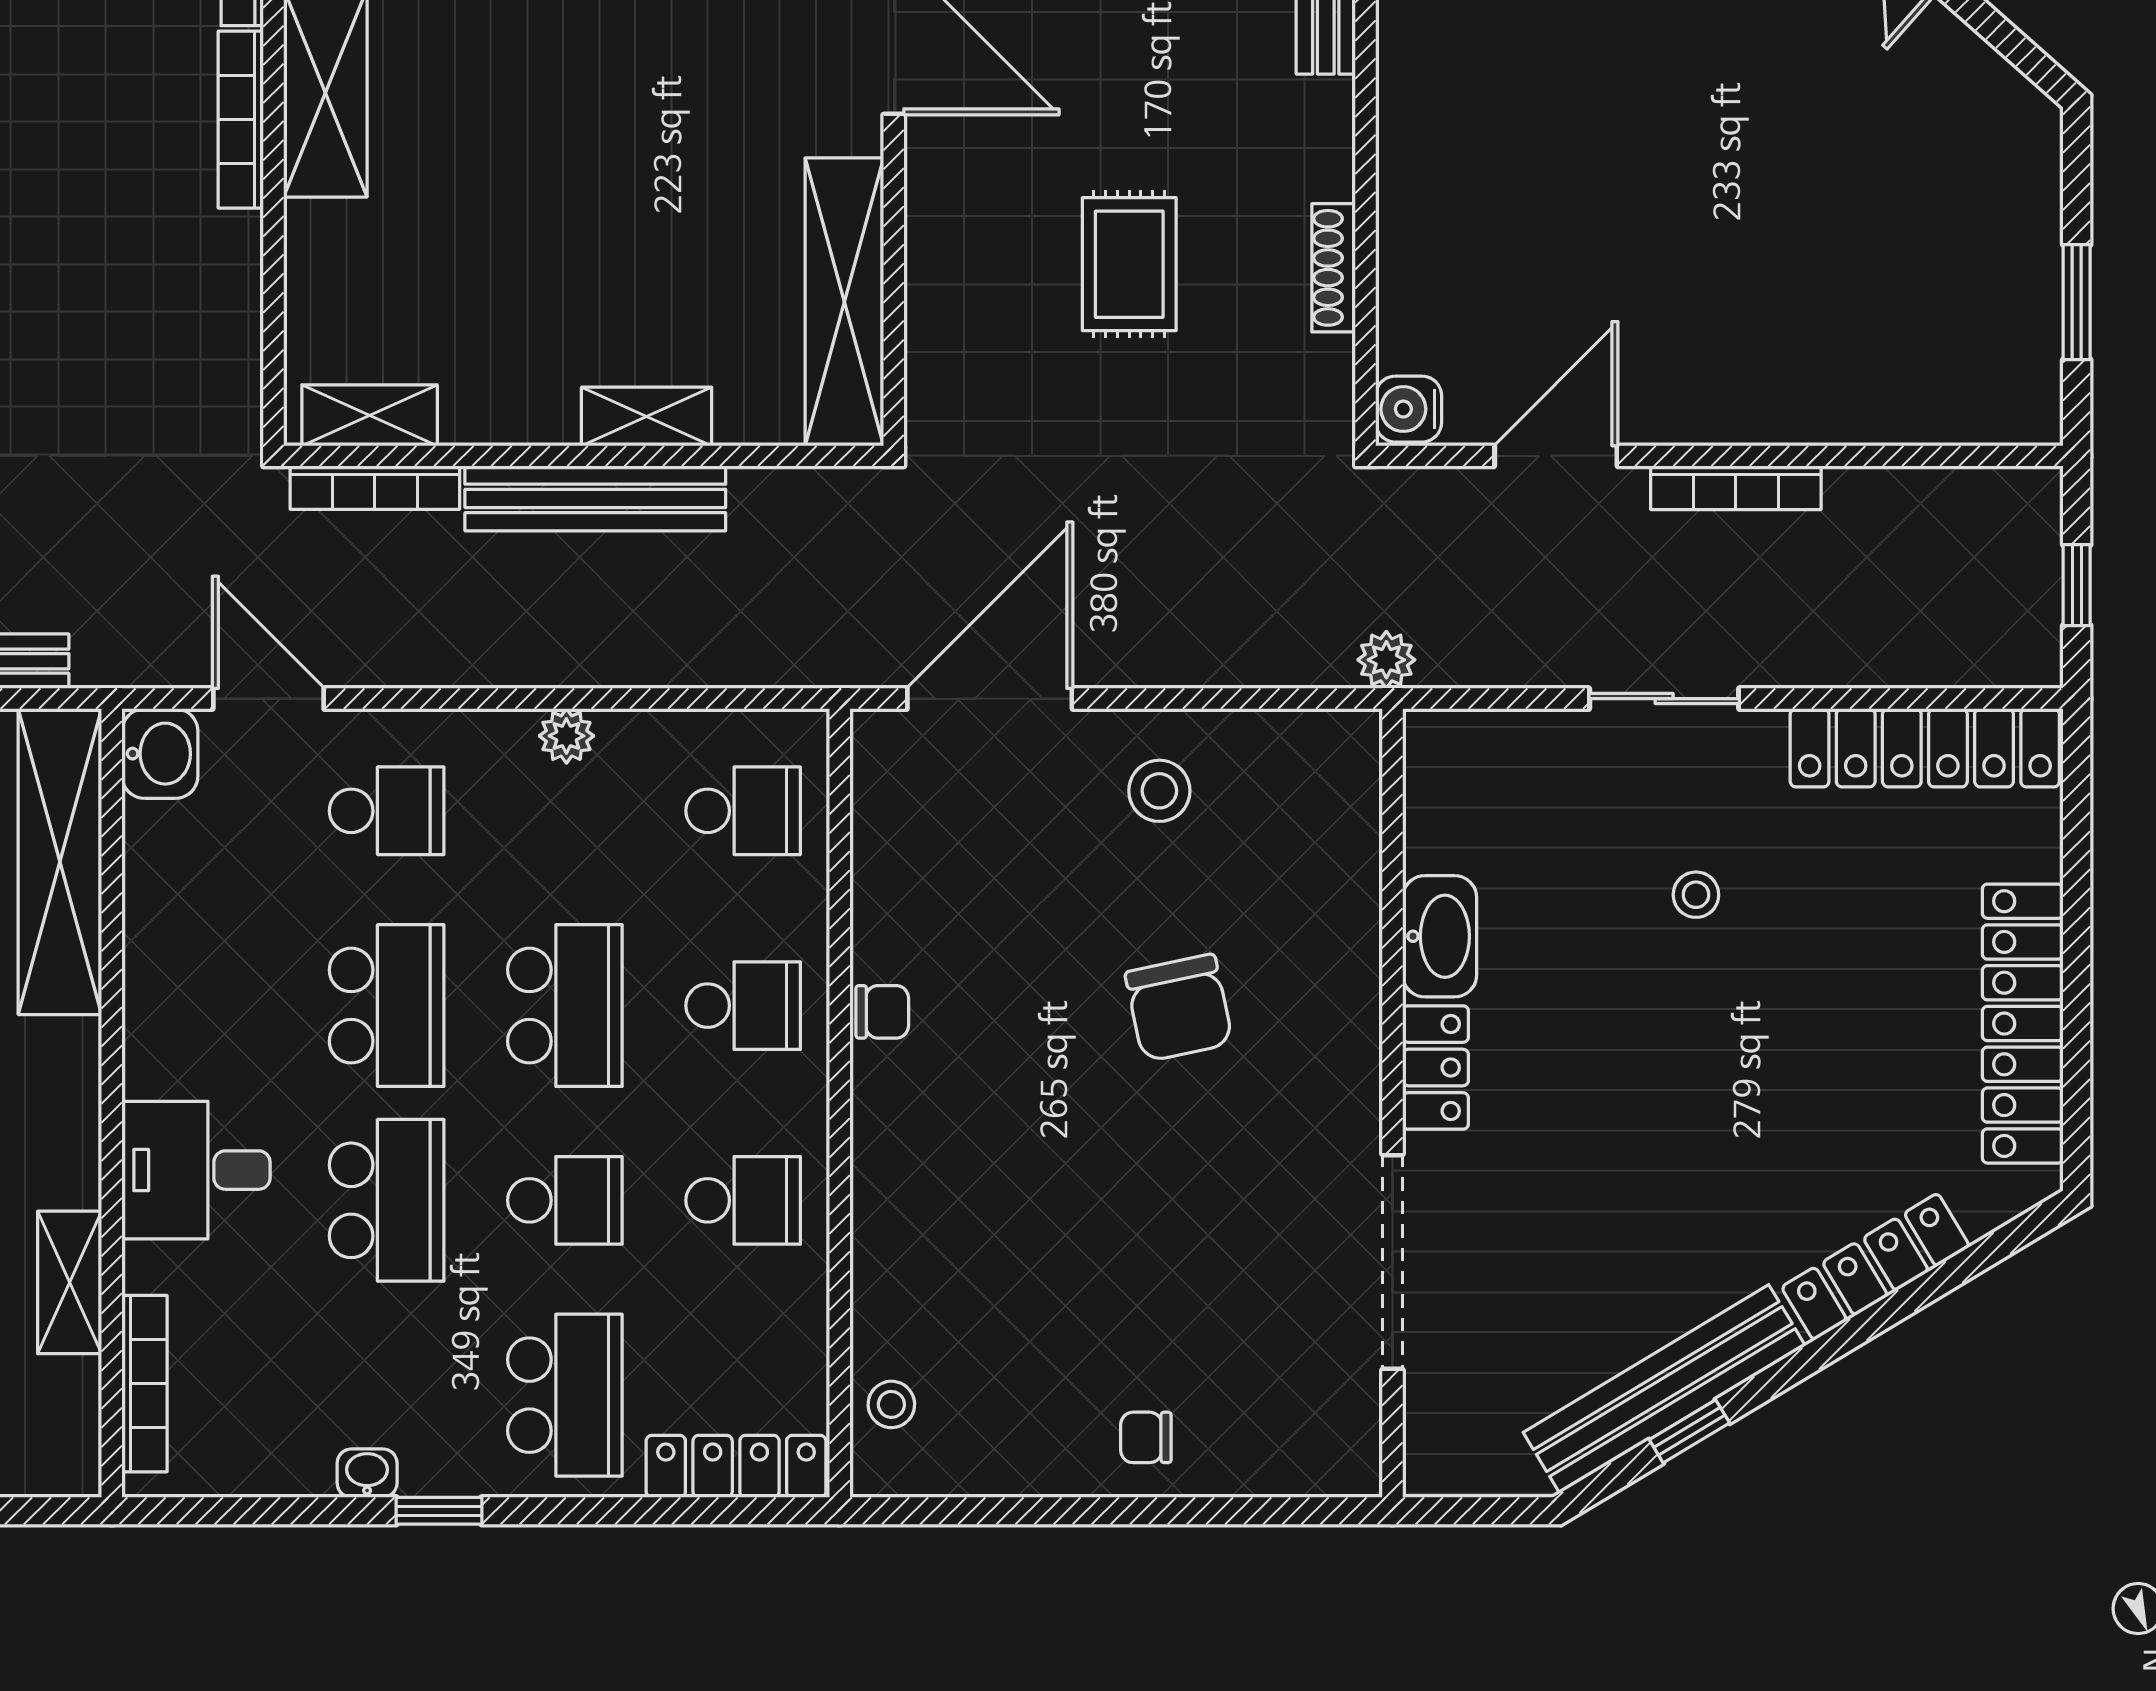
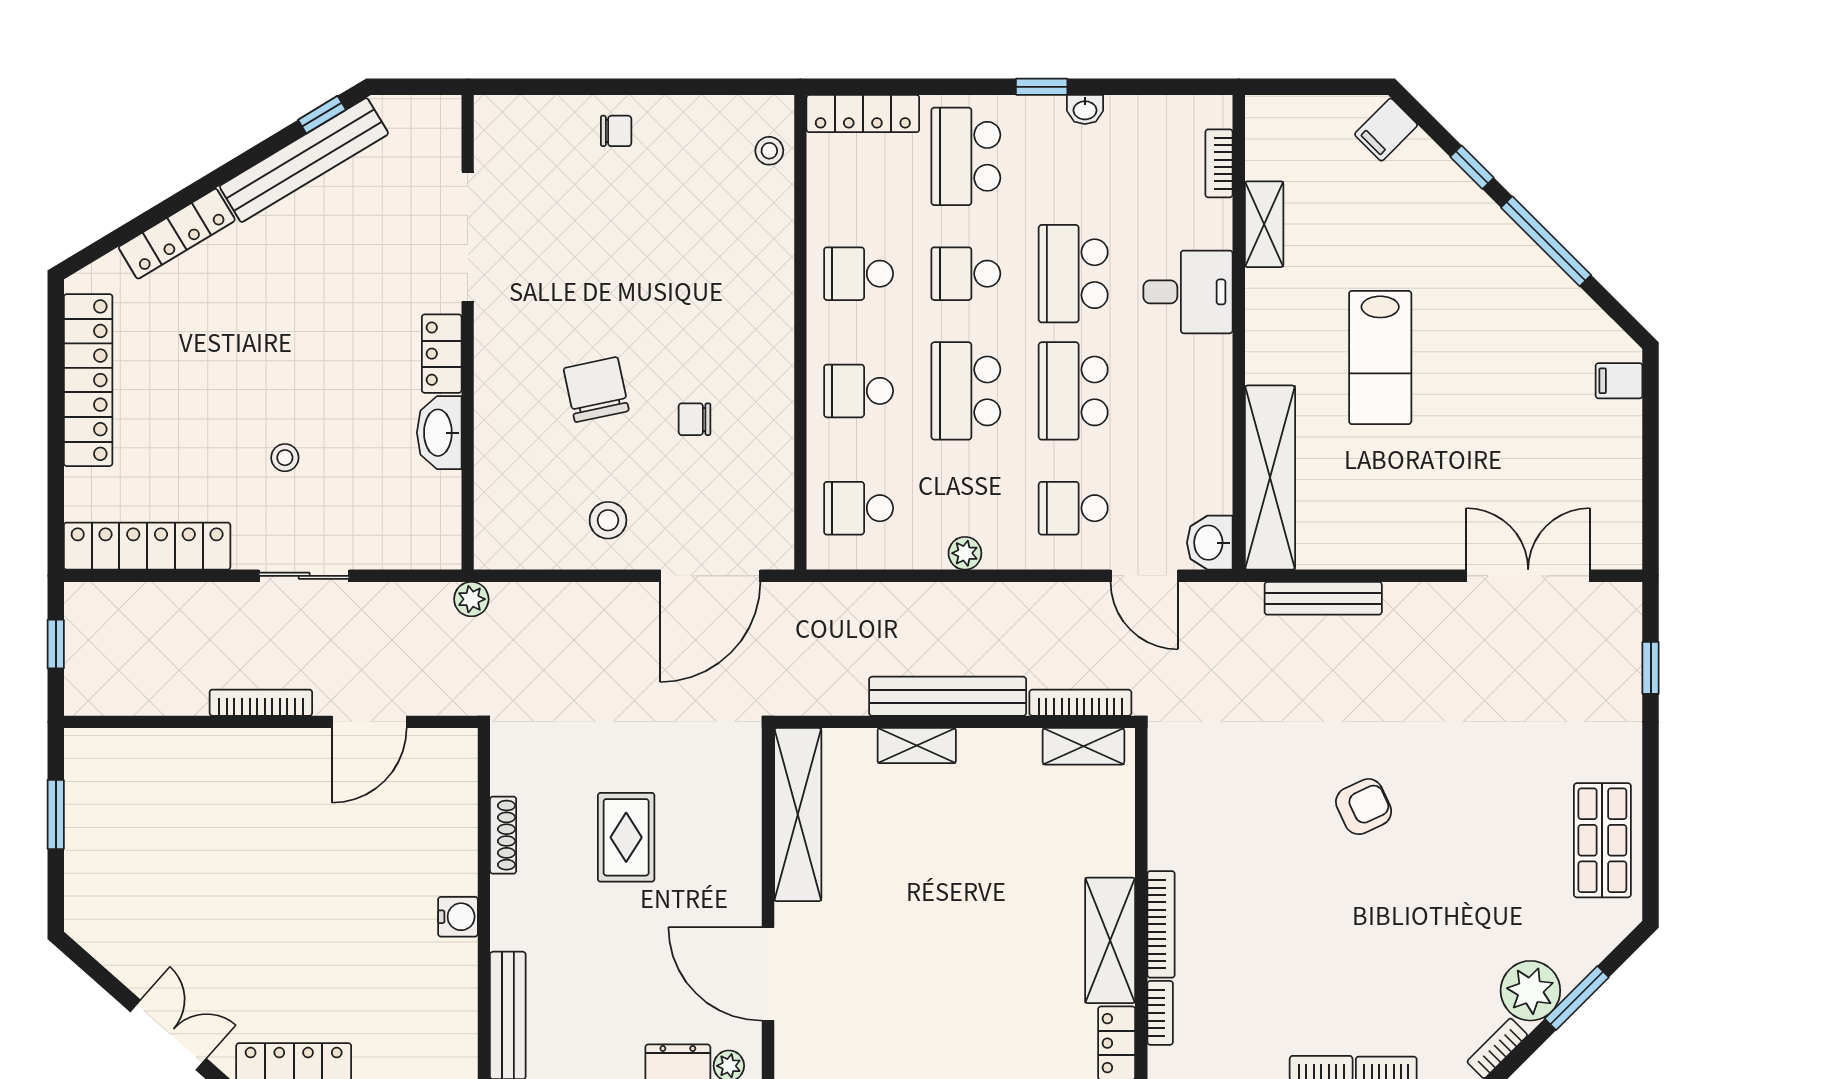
water cooler: (1409, 409) -> (458, 917), moved
chair: (882, 1012) -> (695, 419), moved
bookcase: (145, 1384) -> (1219, 163), width x0.64
window: (1689, 1431) -> (322, 115), moved

